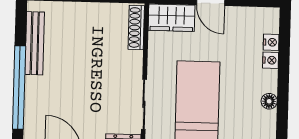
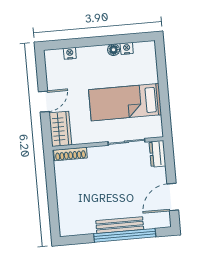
bench: (35, 43) -> (120, 225), moved
nightstand: (271, 60) -> (127, 48), moved

